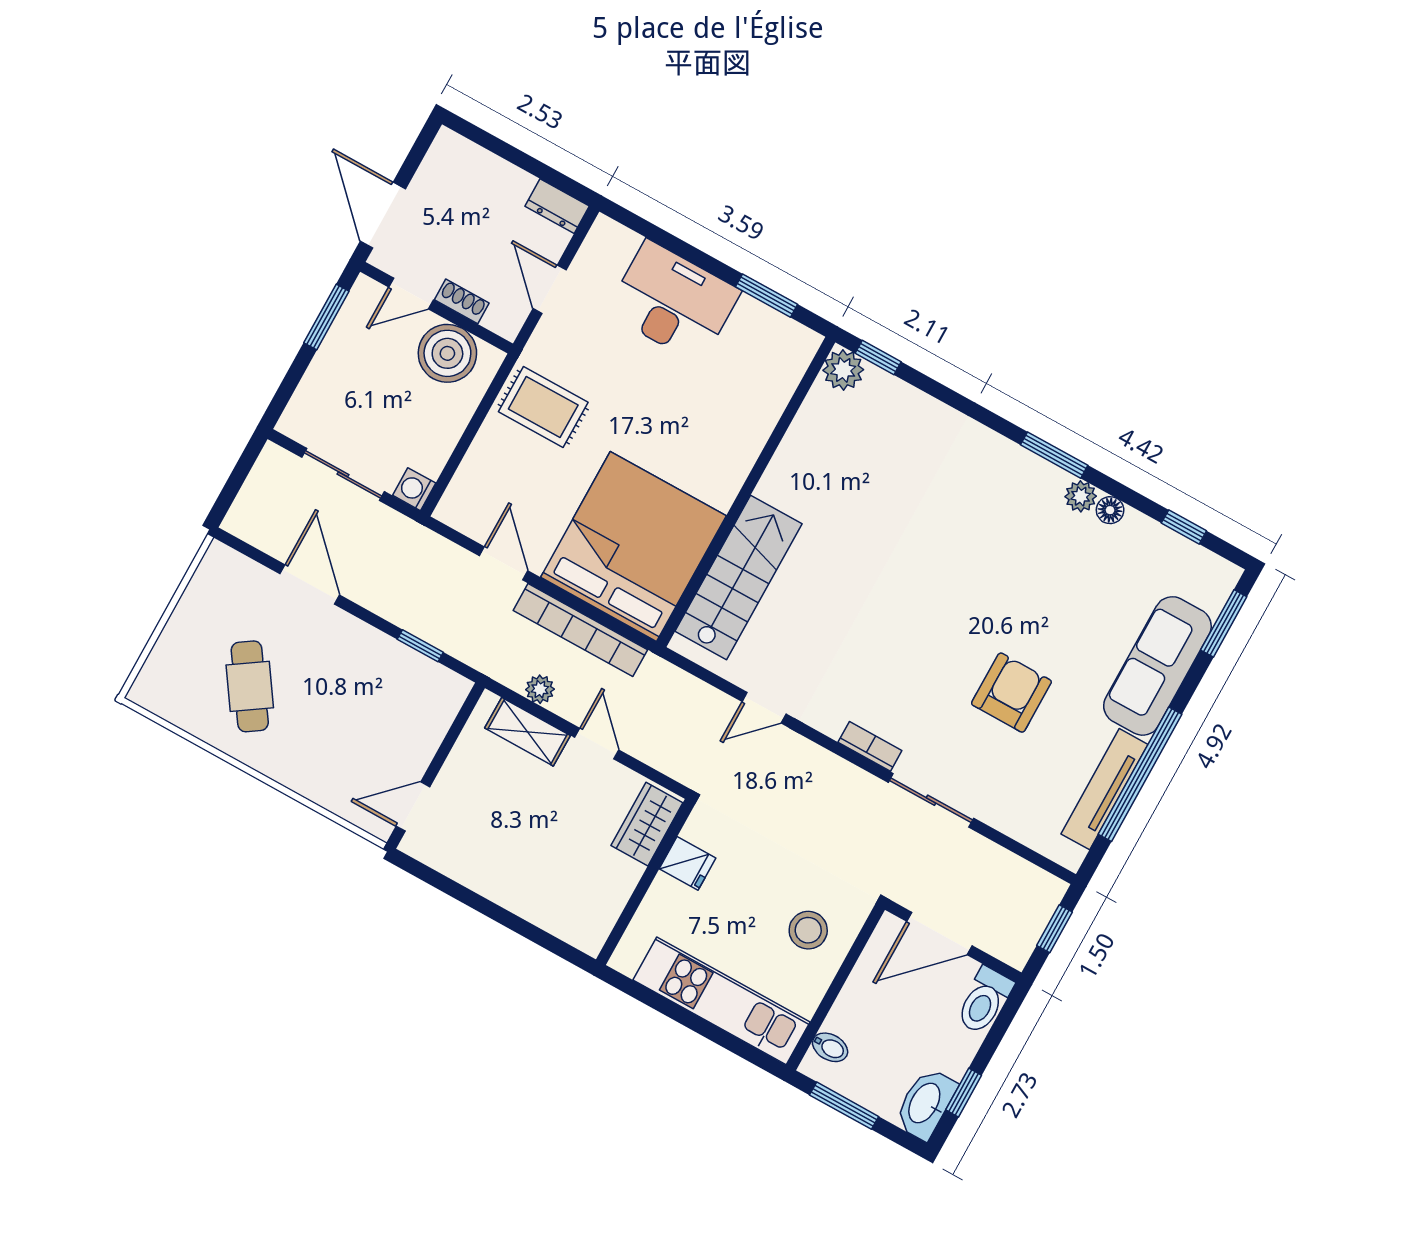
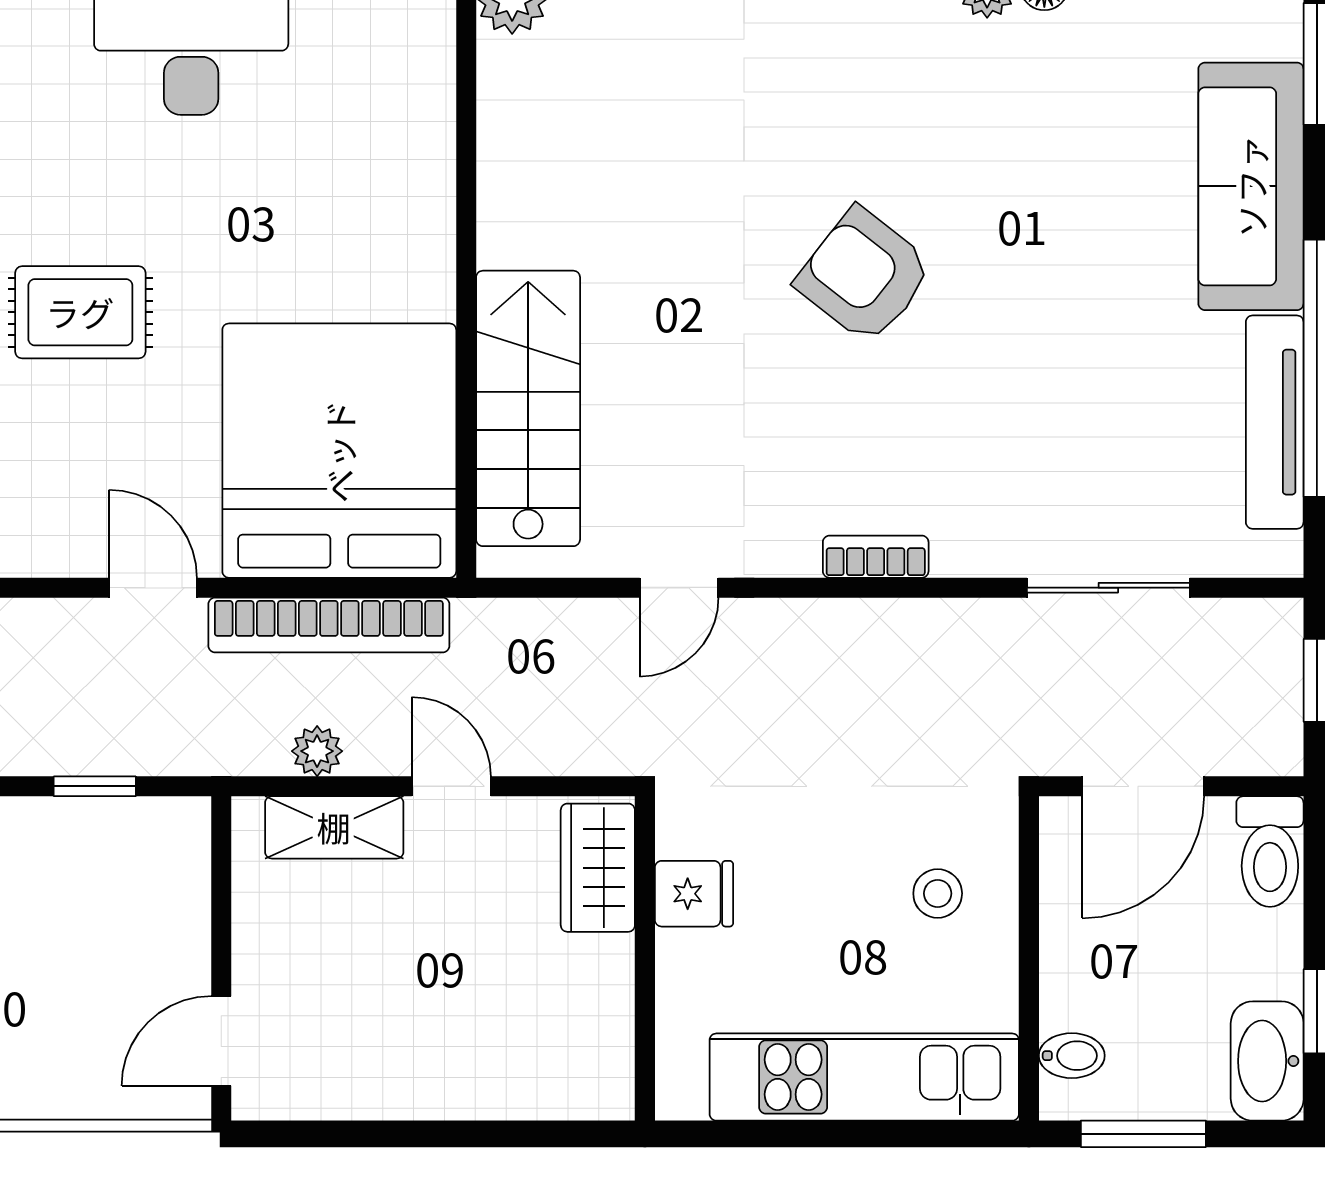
armchair: (1011, 693) -> (864, 275), moved, turned -52
sliding door: (931, 800) -> (1108, 588), moved
stool: (808, 930) -> (938, 893), width x0.73, depth x0.73

